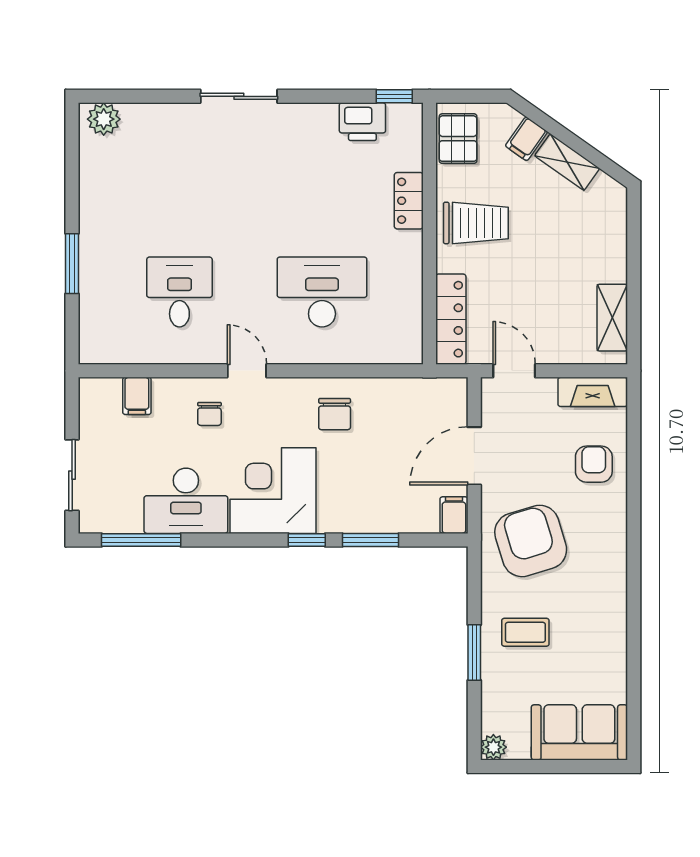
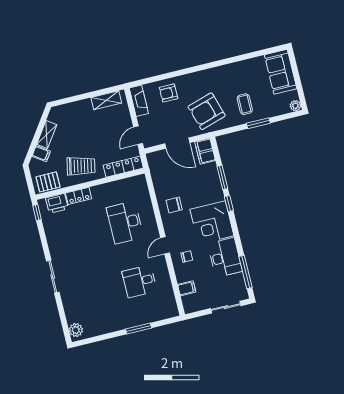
printer: (362, 122) -> (57, 203), moved, turned 90
trolley: (476, 223) -> (81, 166), turned 102
chair: (335, 414) -> (174, 205), turned 180
filing cabinet: (454, 515) -> (205, 151), width x2.00

